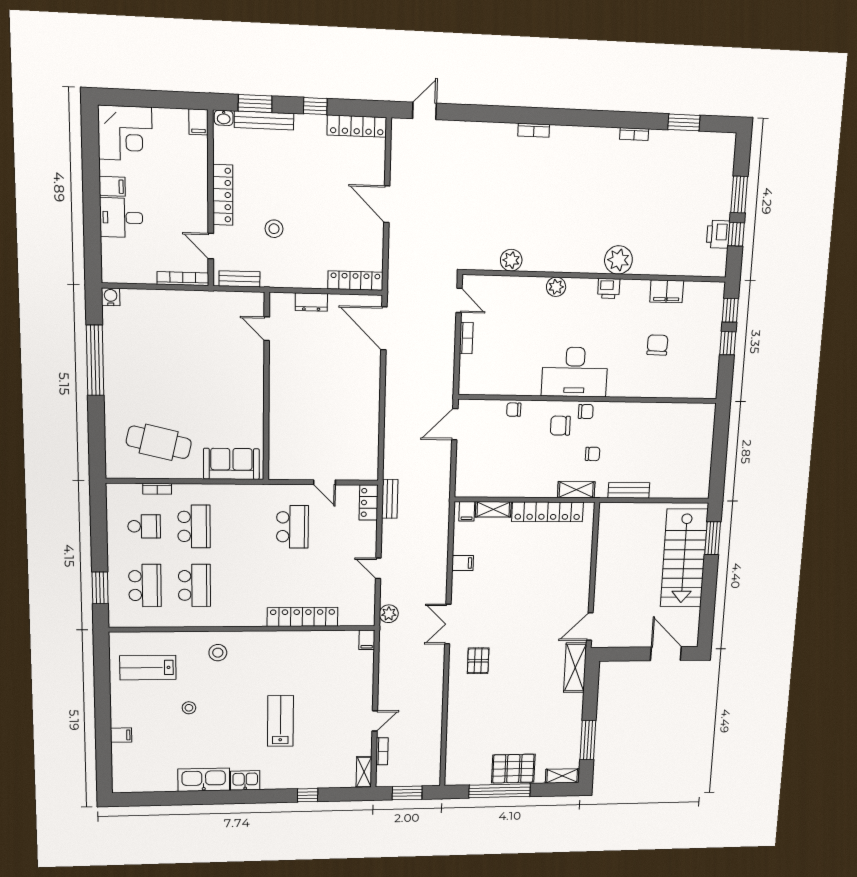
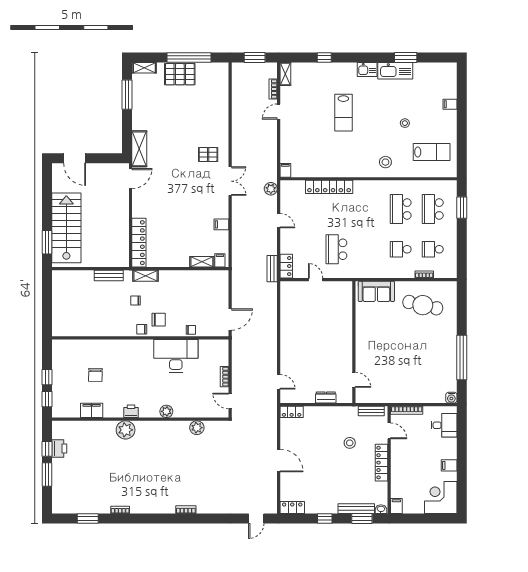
locker: (357, 126) -> (292, 508), width x0.66
desk: (121, 218) -> (444, 425), moved
locker: (355, 281) -> (292, 412), width x0.66
door: (384, 328) -> (279, 382), width x0.53
desk: (575, 372) -> (176, 356), moved
locker: (548, 512) -> (139, 243), moved, turned 90
school desk: (194, 526) -> (401, 249), width x0.54
pallet: (478, 661) -> (208, 154), turned 90
window: (189, 798) -> (406, 58), added

